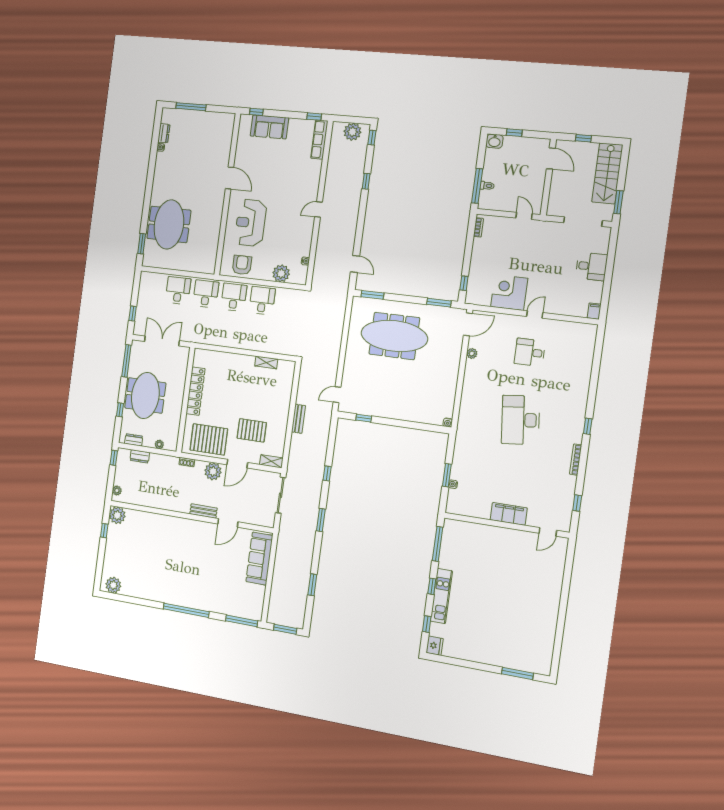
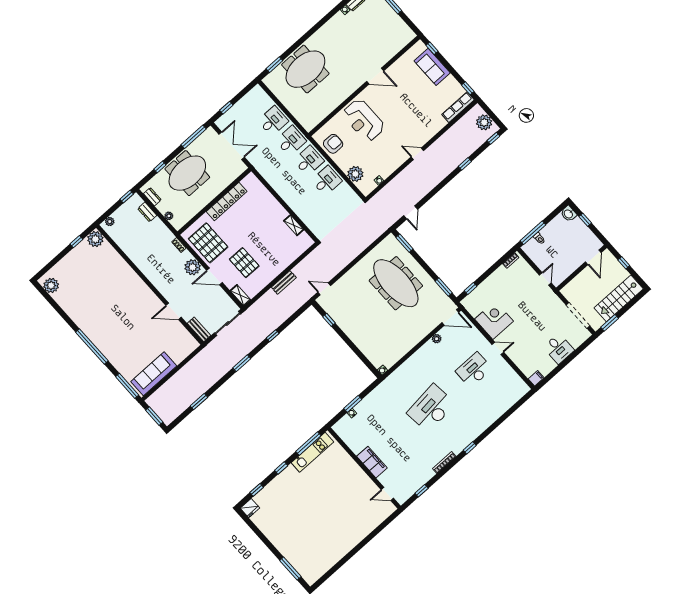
door: (229, 178) -> (375, 76), hinge flipped
reception desk: (250, 223) -> (364, 120), turned -90
desk: (530, 352) -> (474, 370), width x1.37
bench: (204, 511) -> (199, 329), moved
sofa: (259, 559) -> (154, 374), moved
kitchen unit: (441, 596) -> (312, 452), moved

